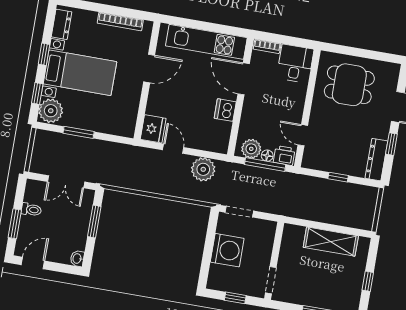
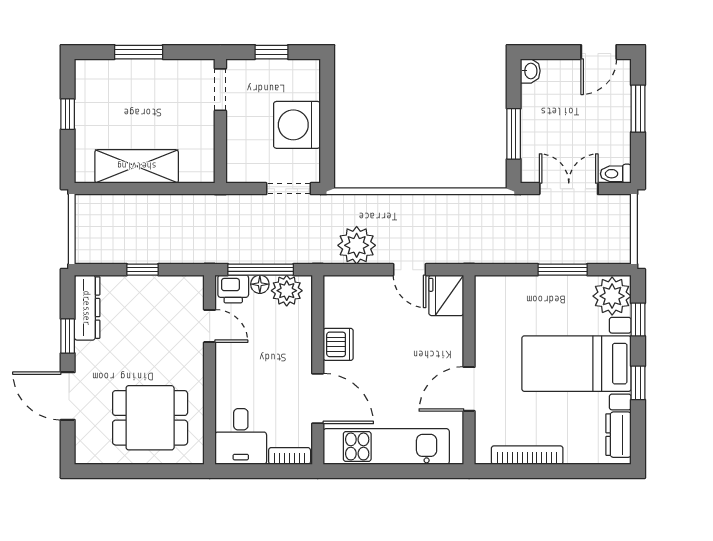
toilet: (31, 210) -> (616, 174), moved

